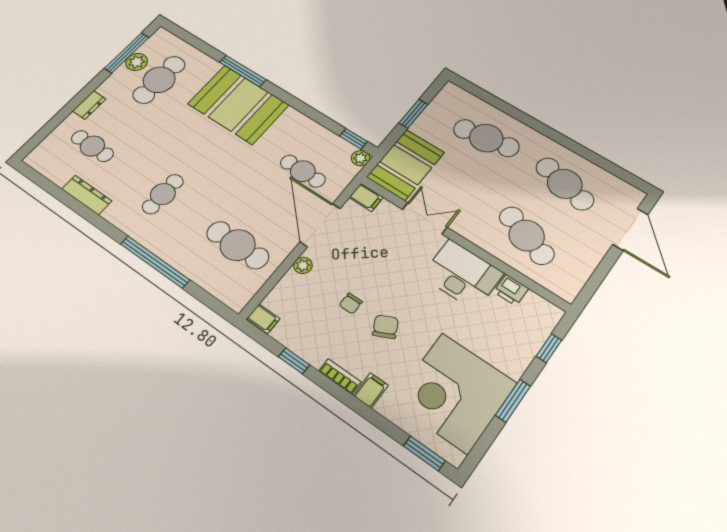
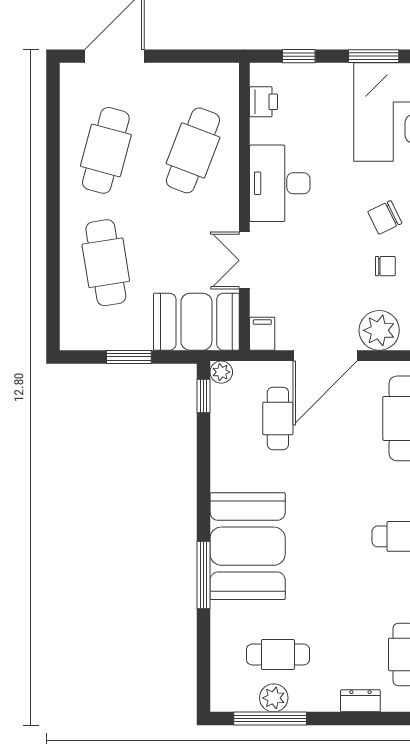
cafe table: (159, 80) -> (278, 654), width x0.73, depth x0.74
plant: (303, 265) -> (379, 330), width x1.88, depth x1.88
printer: (511, 290) -> (264, 102), moved

